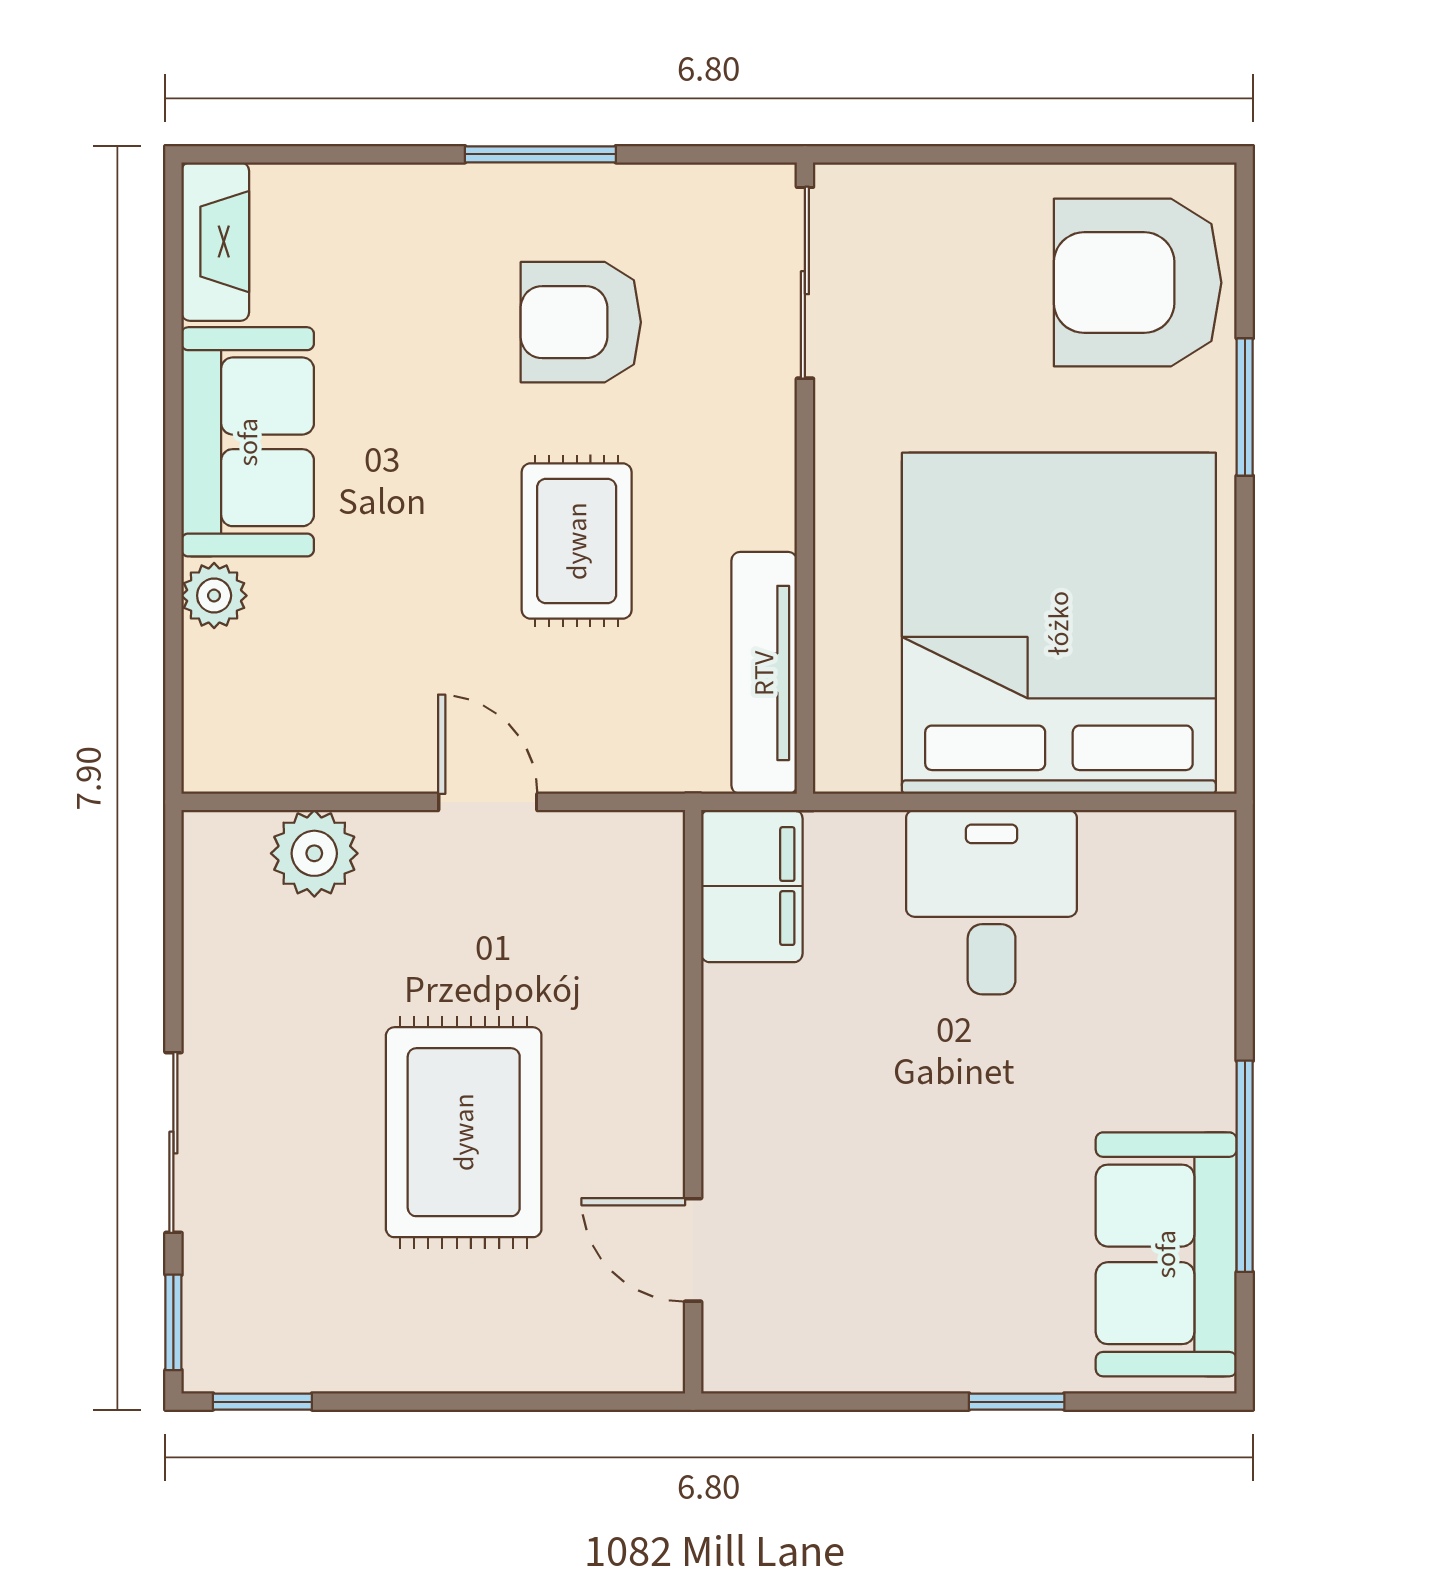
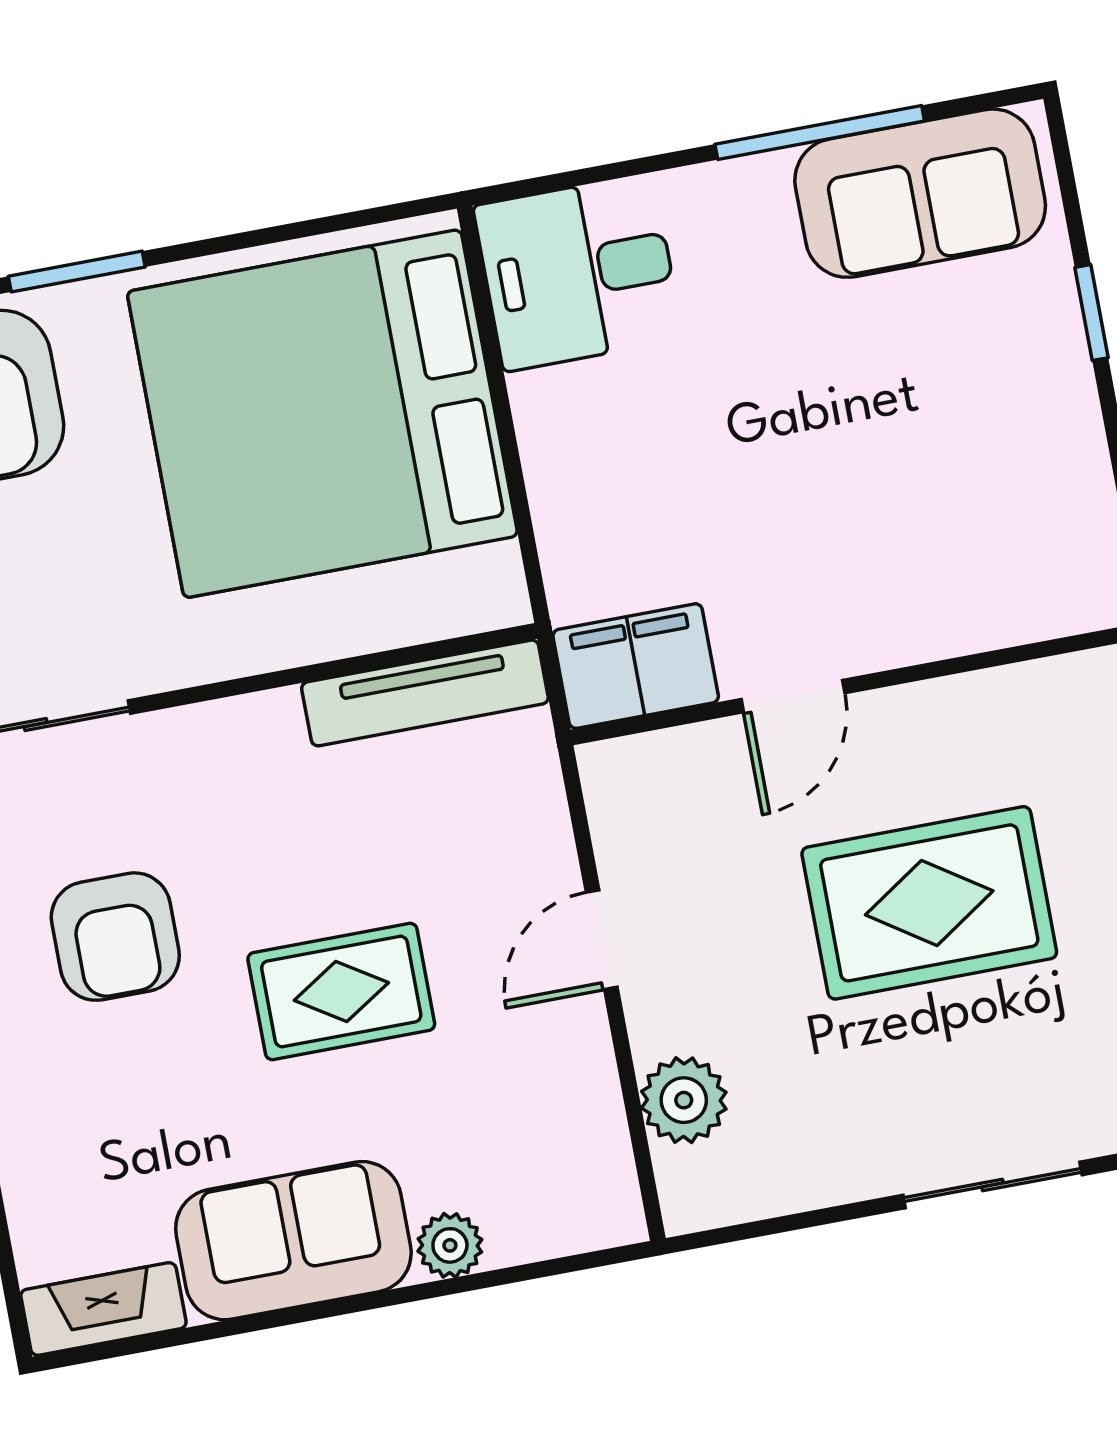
rug: (577, 541) -> (341, 991), moved
desk: (992, 902) -> (578, 272), moved
door: (693, 1250) -> (793, 696), moved

